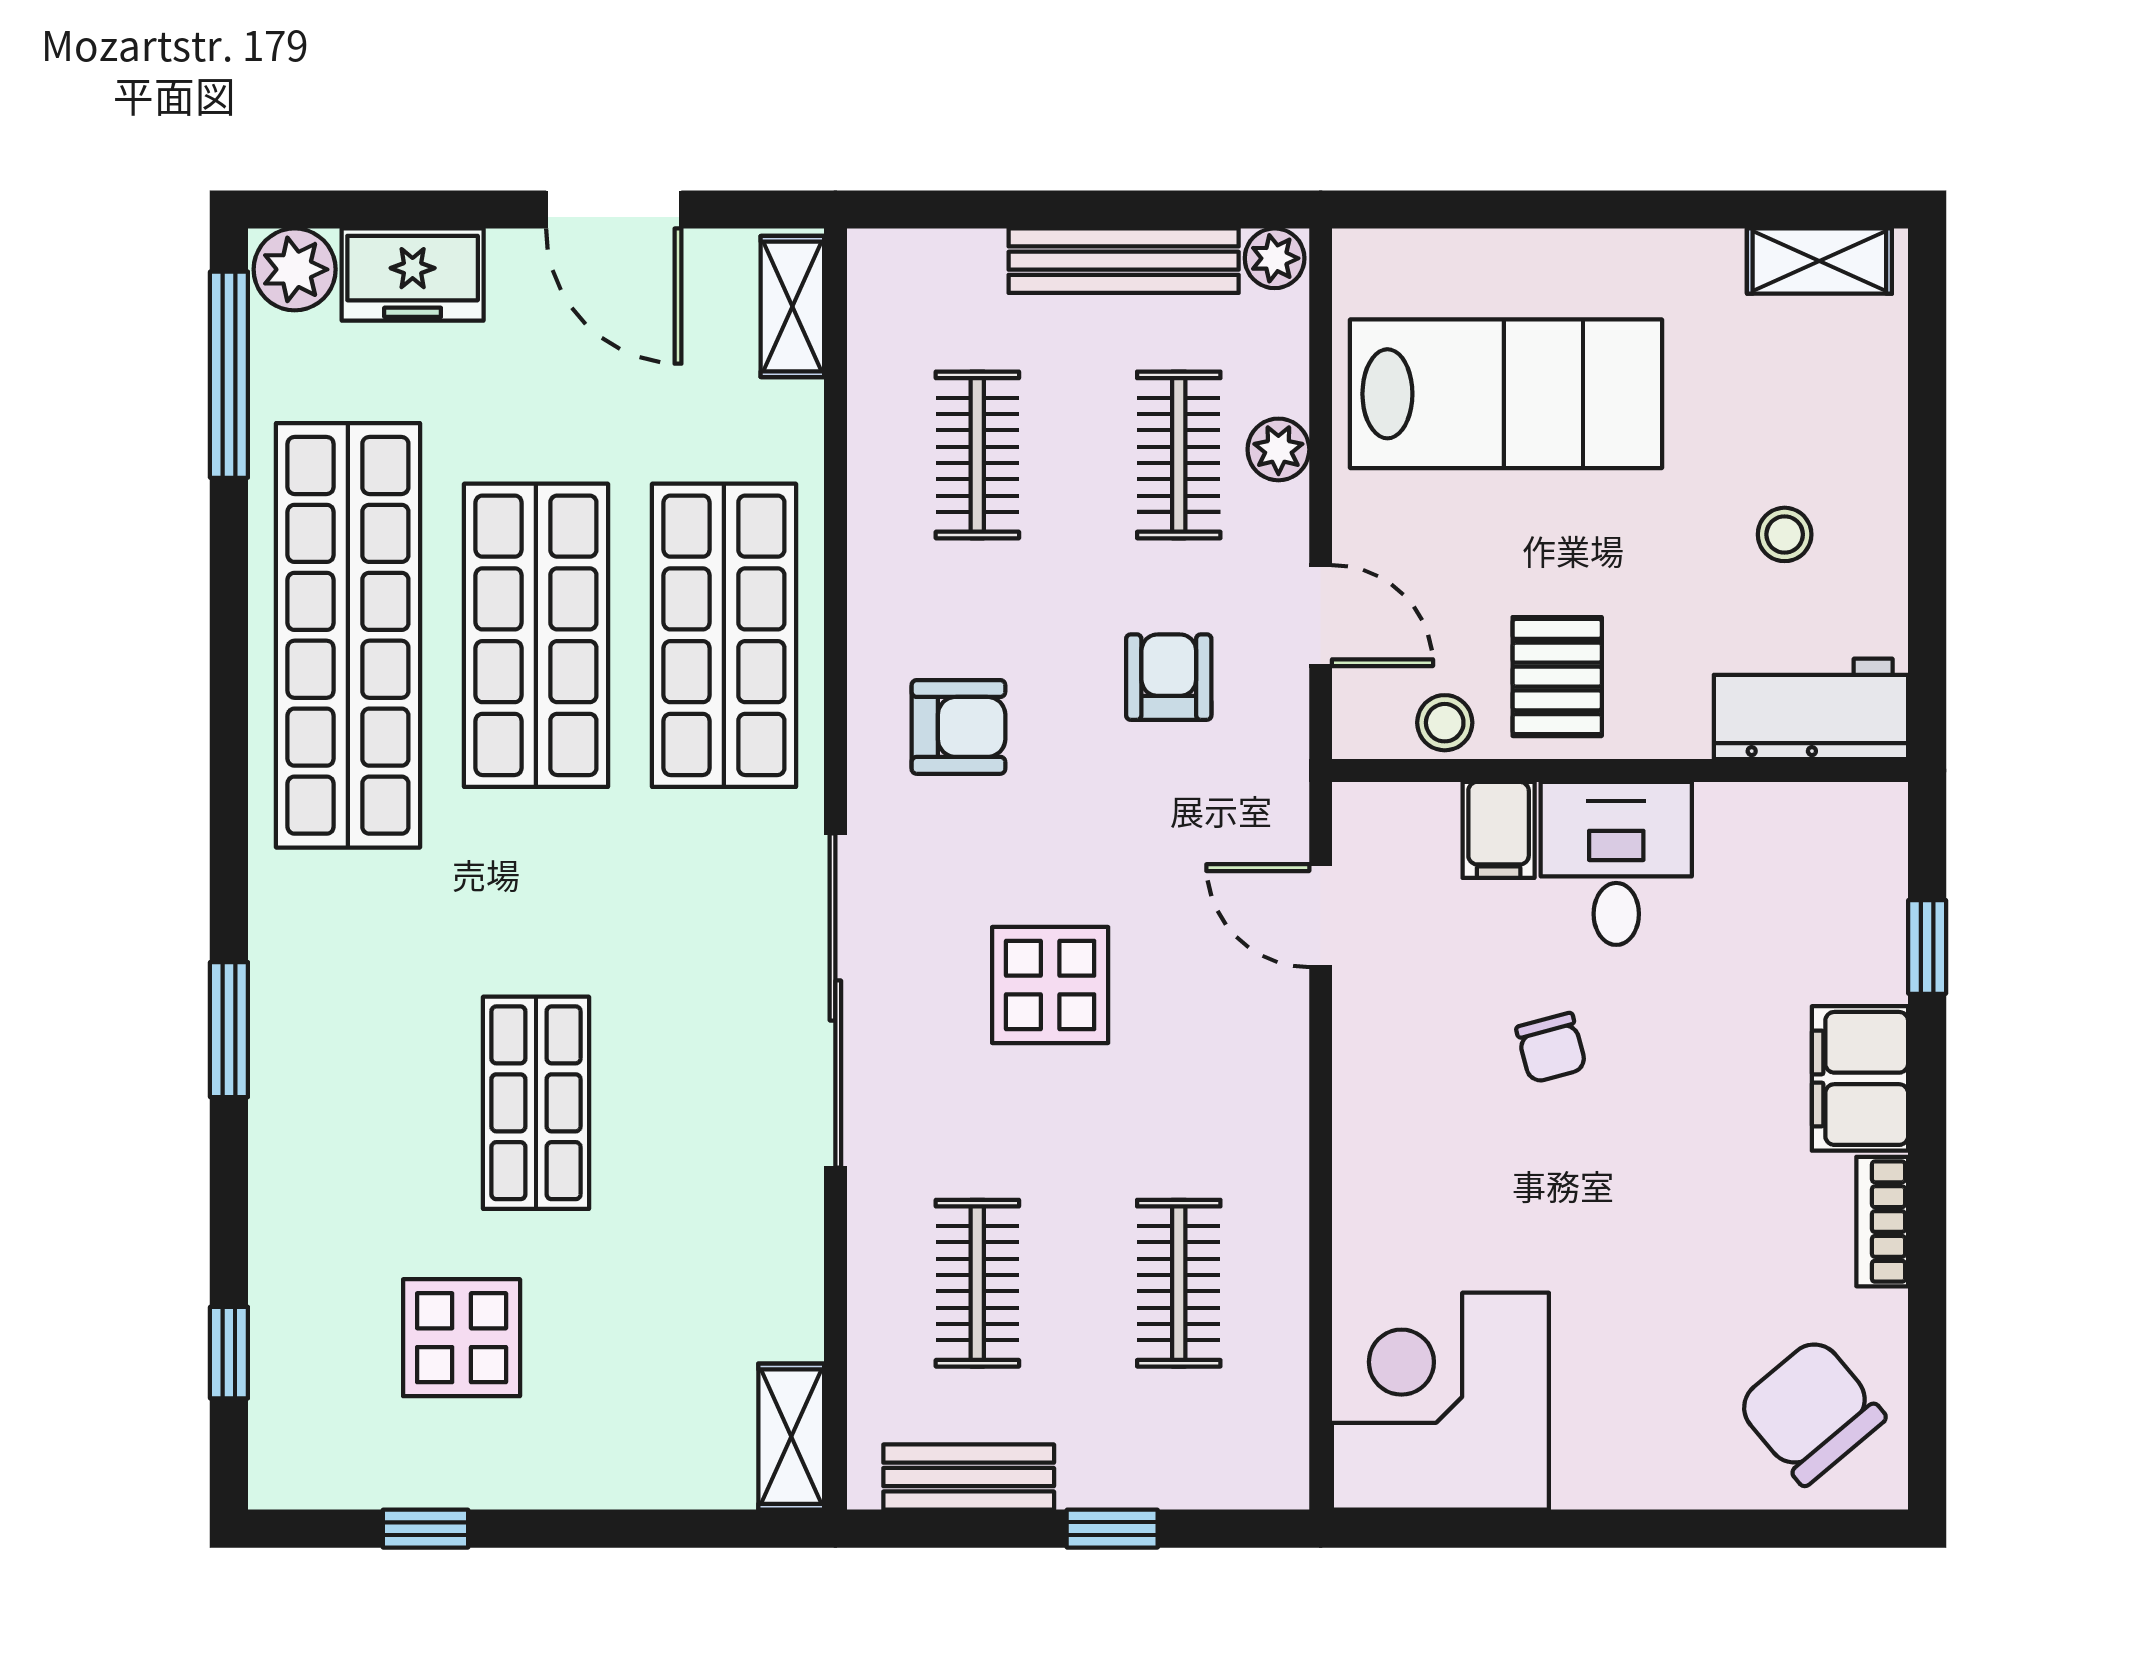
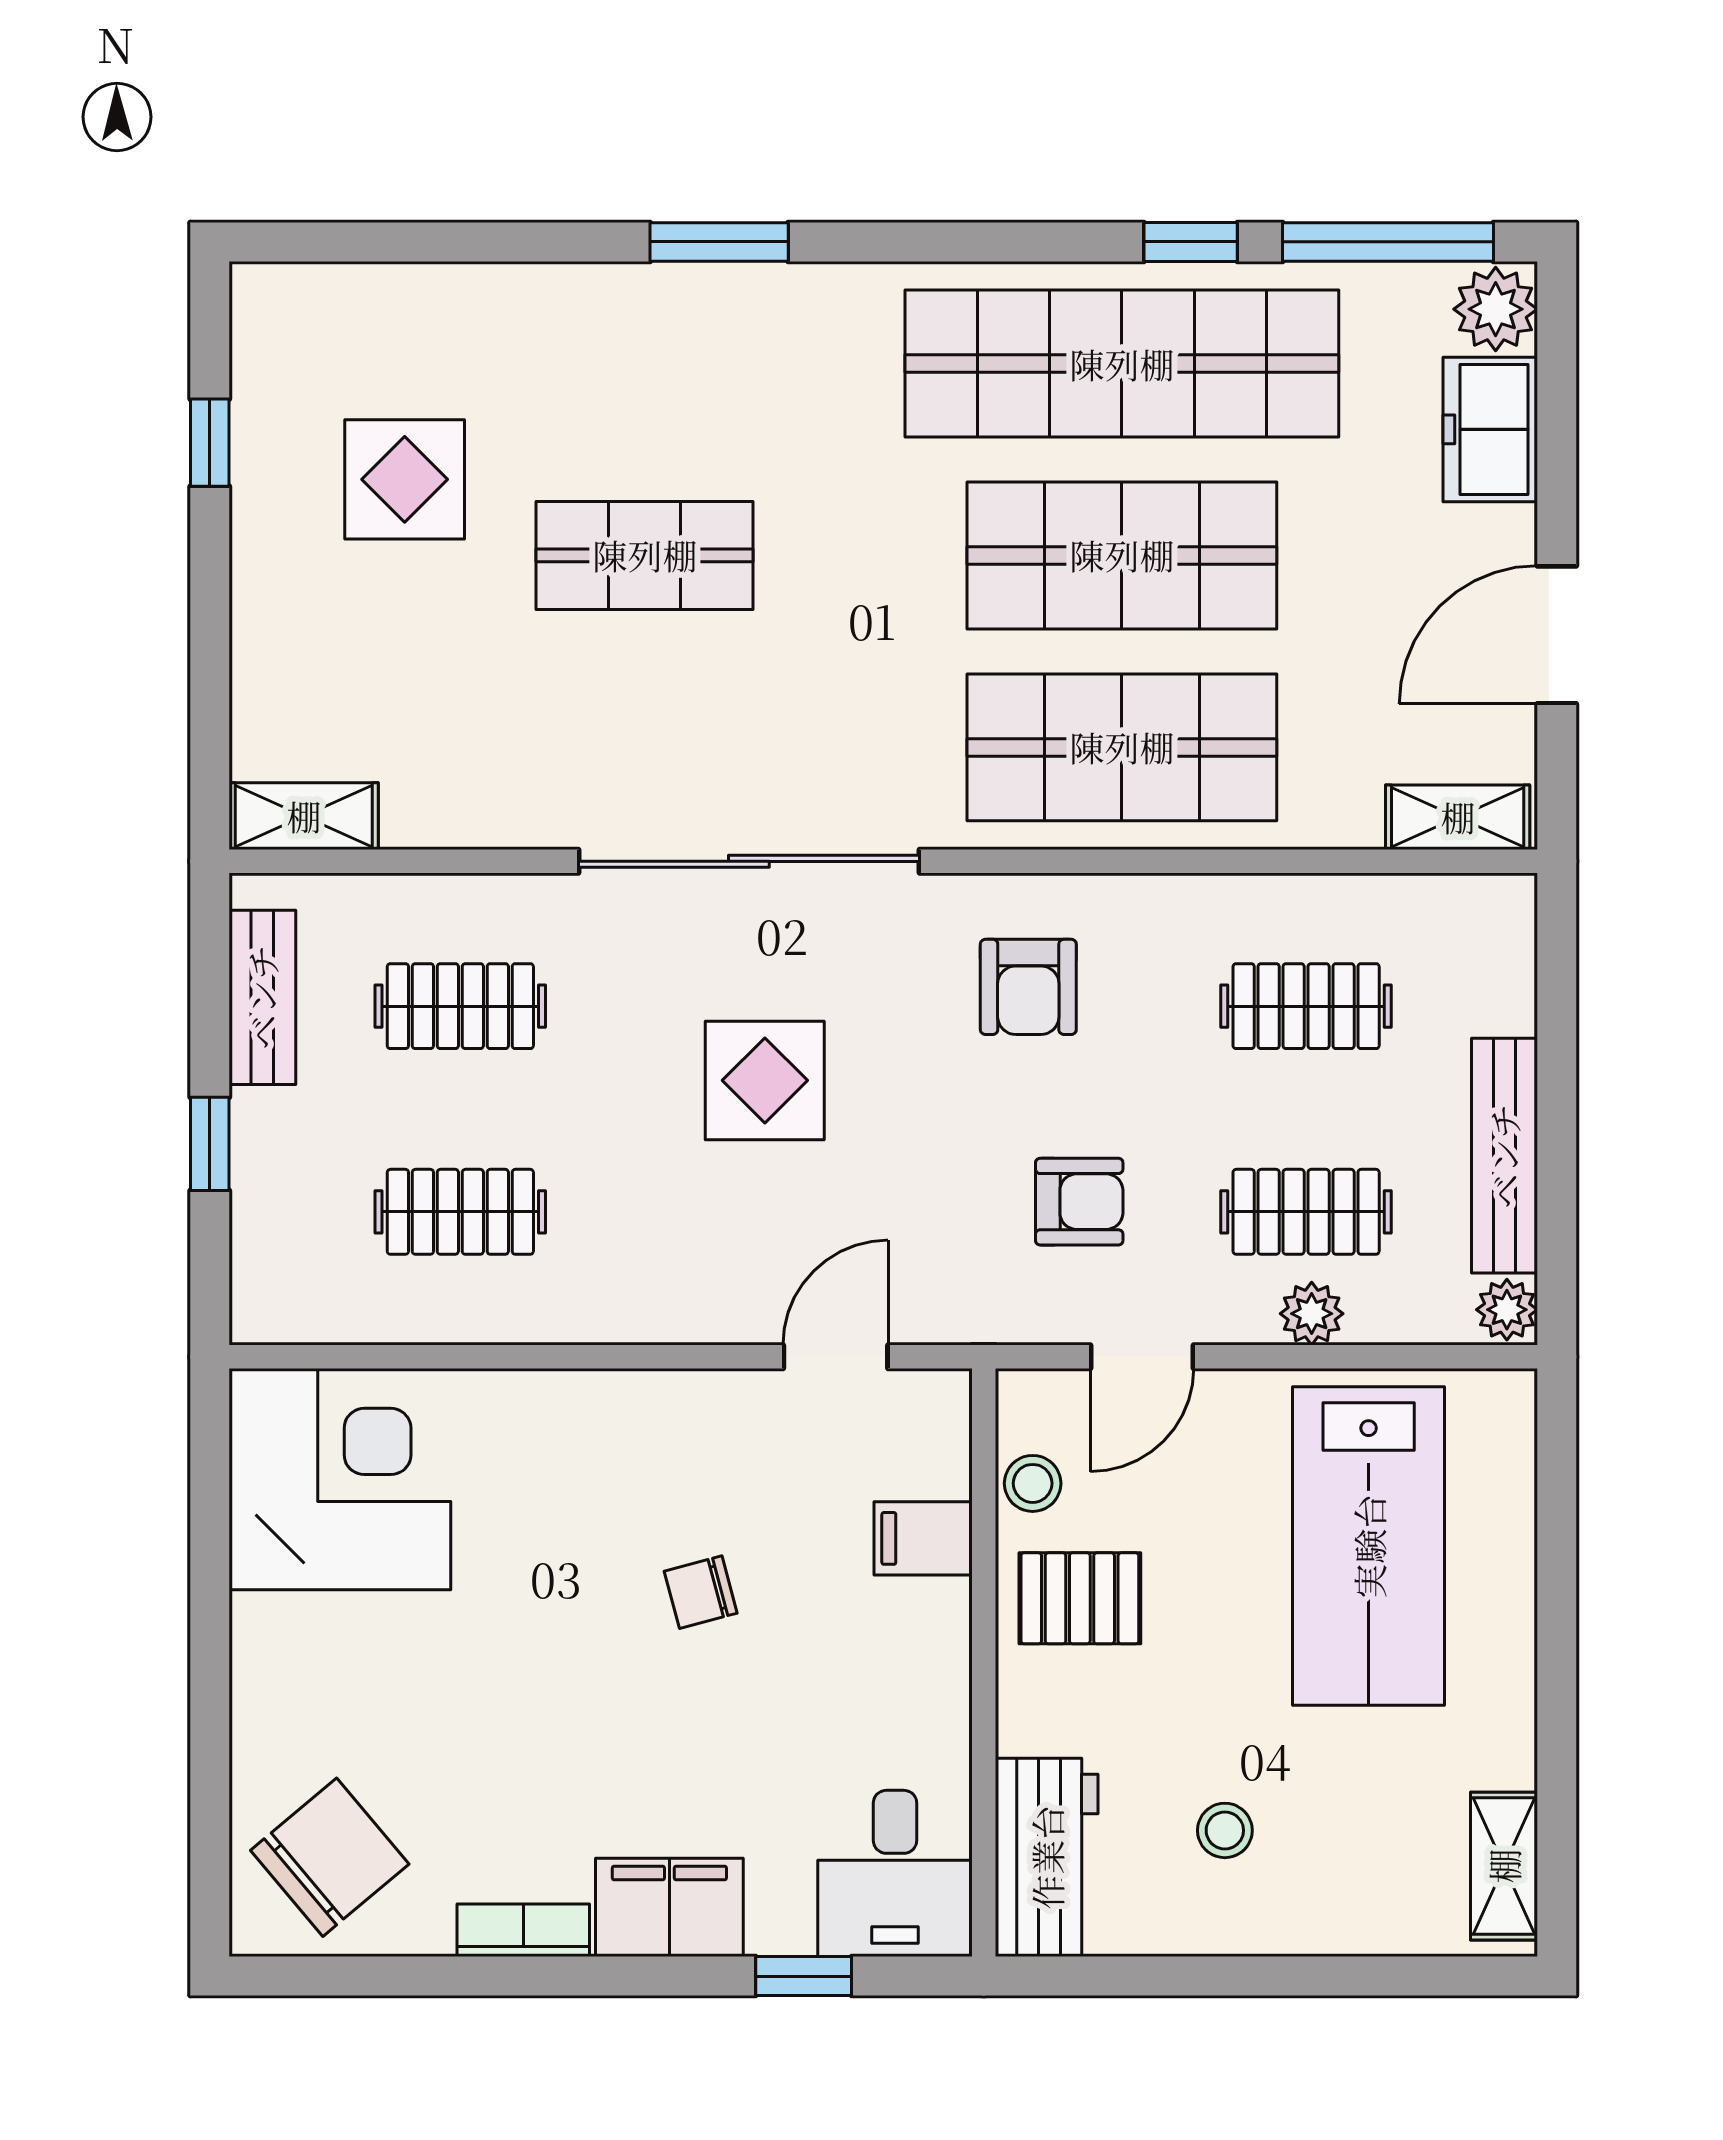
desk: (1616, 863) -> (895, 1873), moved, turned 90
window: (229, 1353) -> (1191, 242), moved

